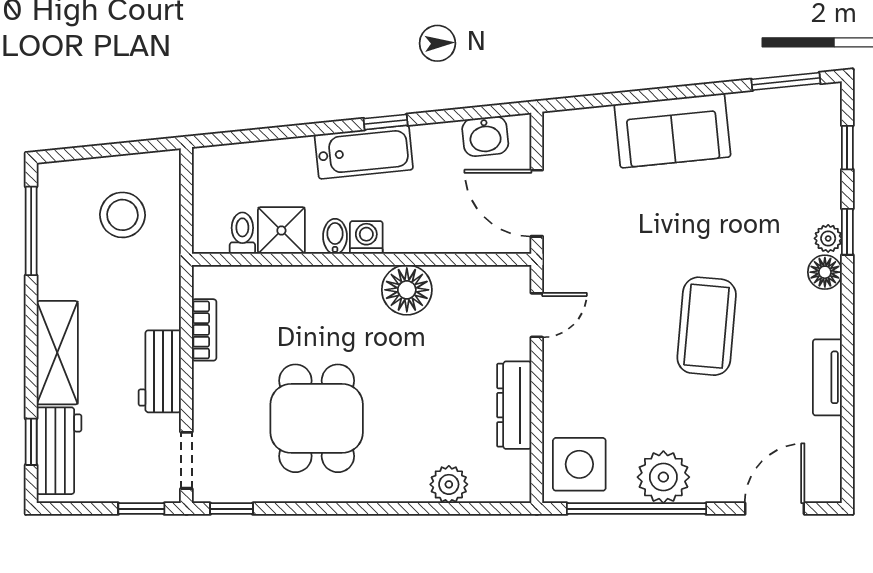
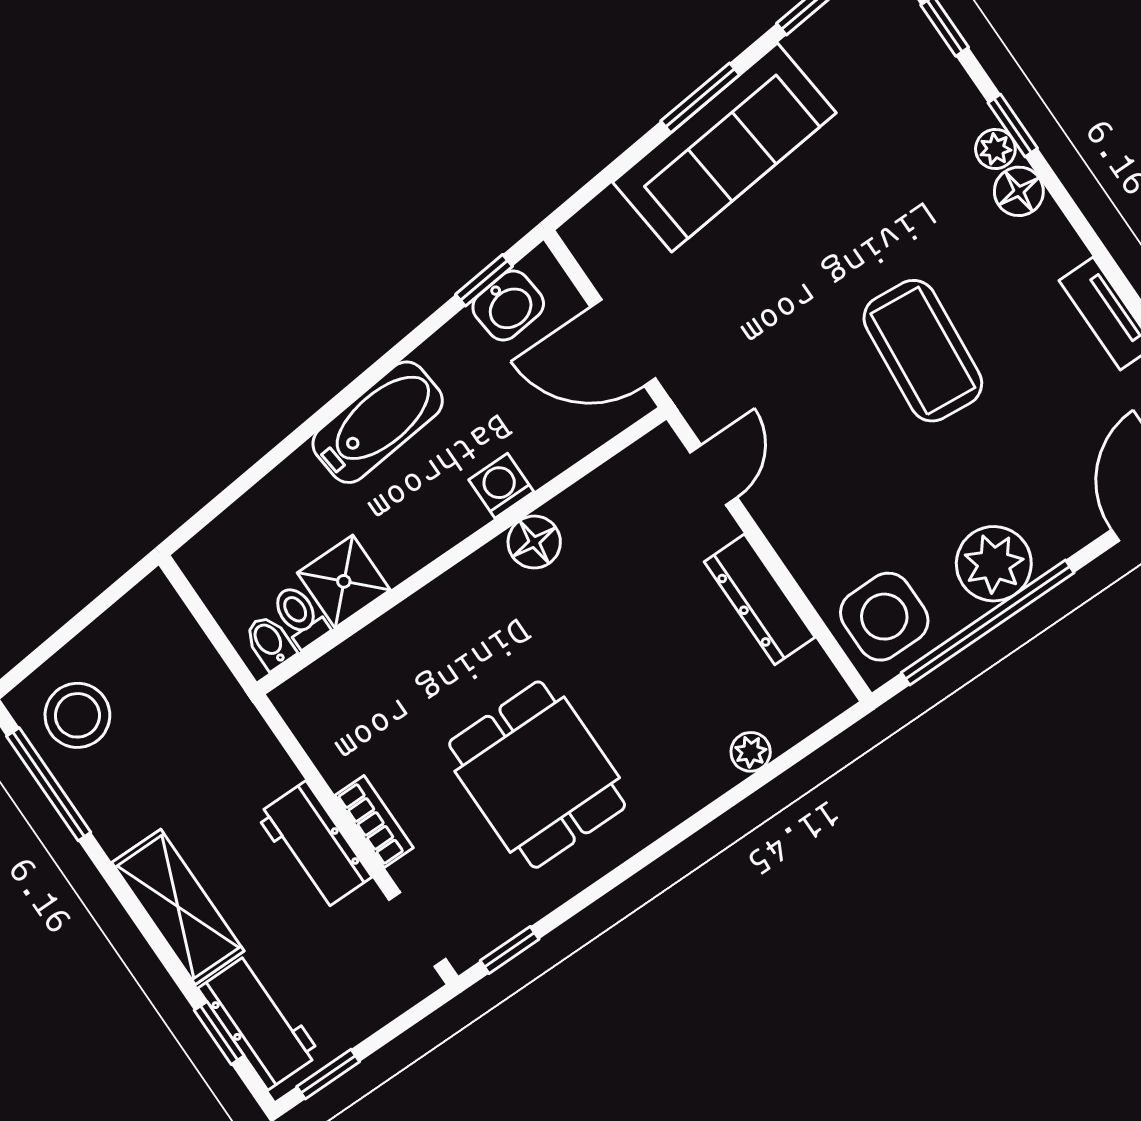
window: (678, 92) -> (700, 98), added
window: (386, 122) -> (484, 280), moved
sofa: (672, 131) -> (724, 148), width x1.36
stool: (122, 215) -> (77, 715), moved
bidet: (335, 236) -> (270, 642), moved
washing machine: (366, 238) -> (501, 486), moved
floor lamp: (407, 290) -> (534, 542), width x0.73, depth x0.73
bookcase: (204, 330) -> (374, 821), moved
plant: (449, 484) -> (751, 752), width x0.73, depth x0.73
window: (141, 509) -> (328, 1074), moved

